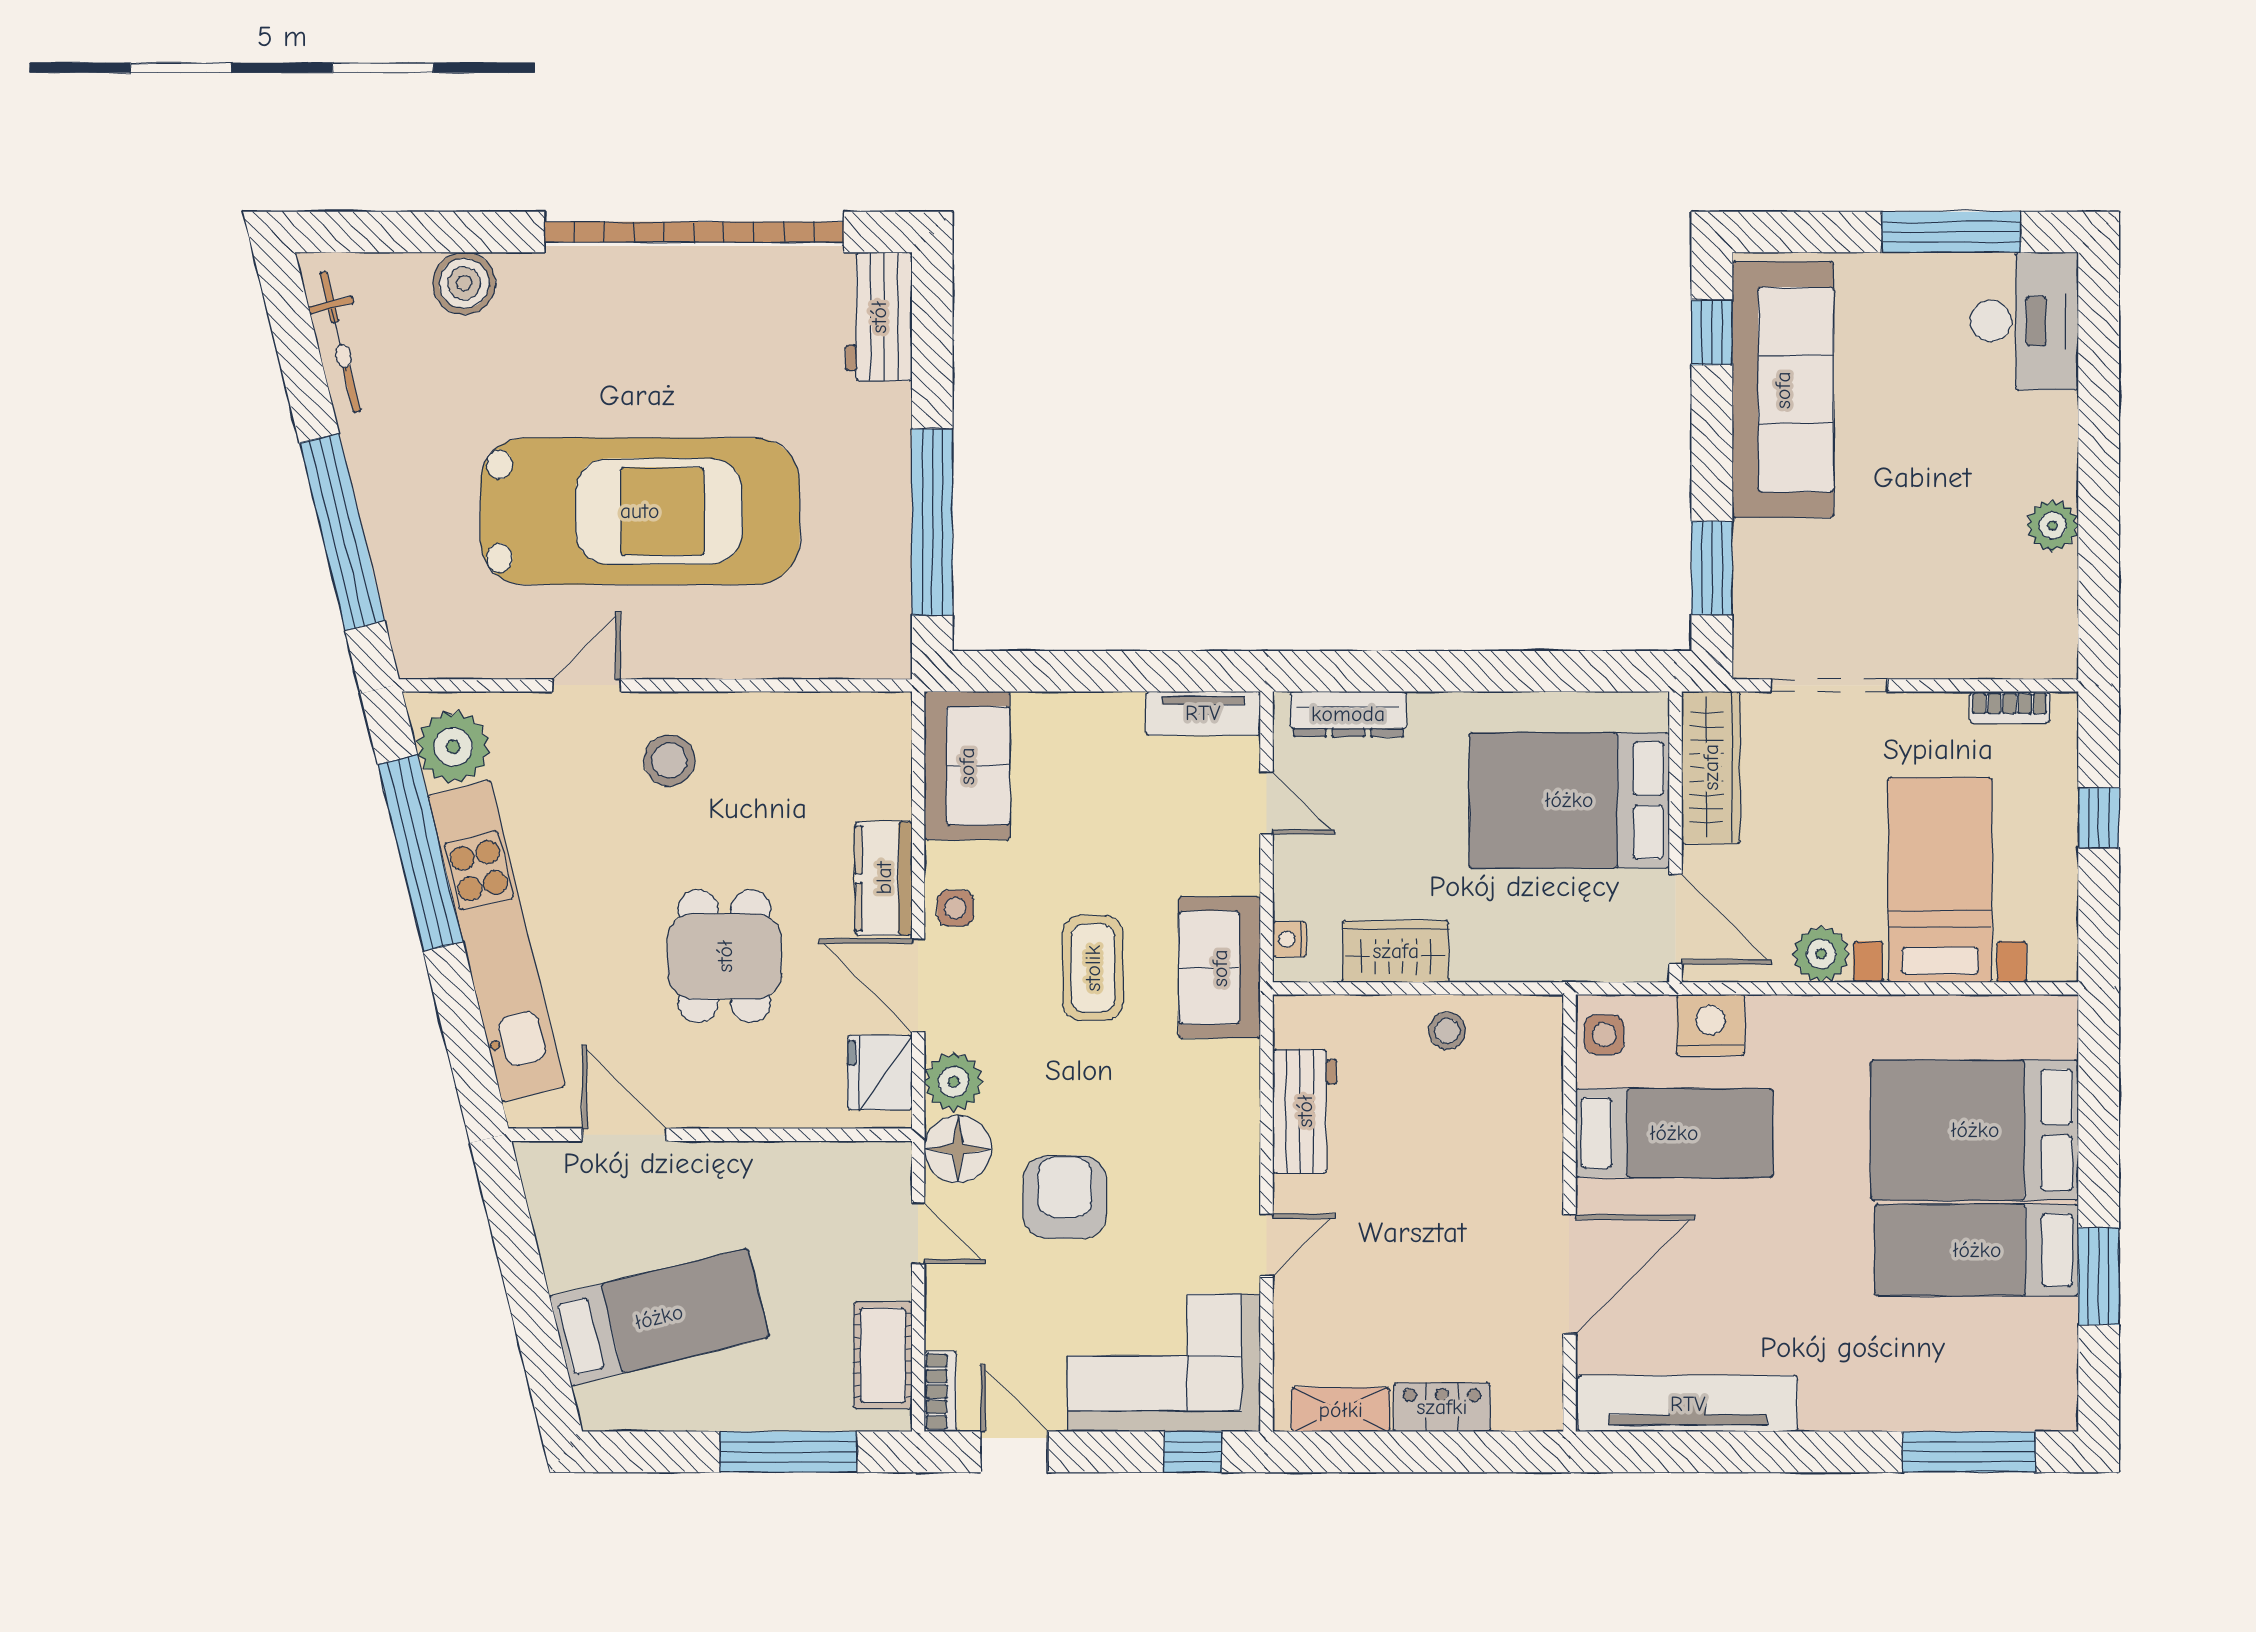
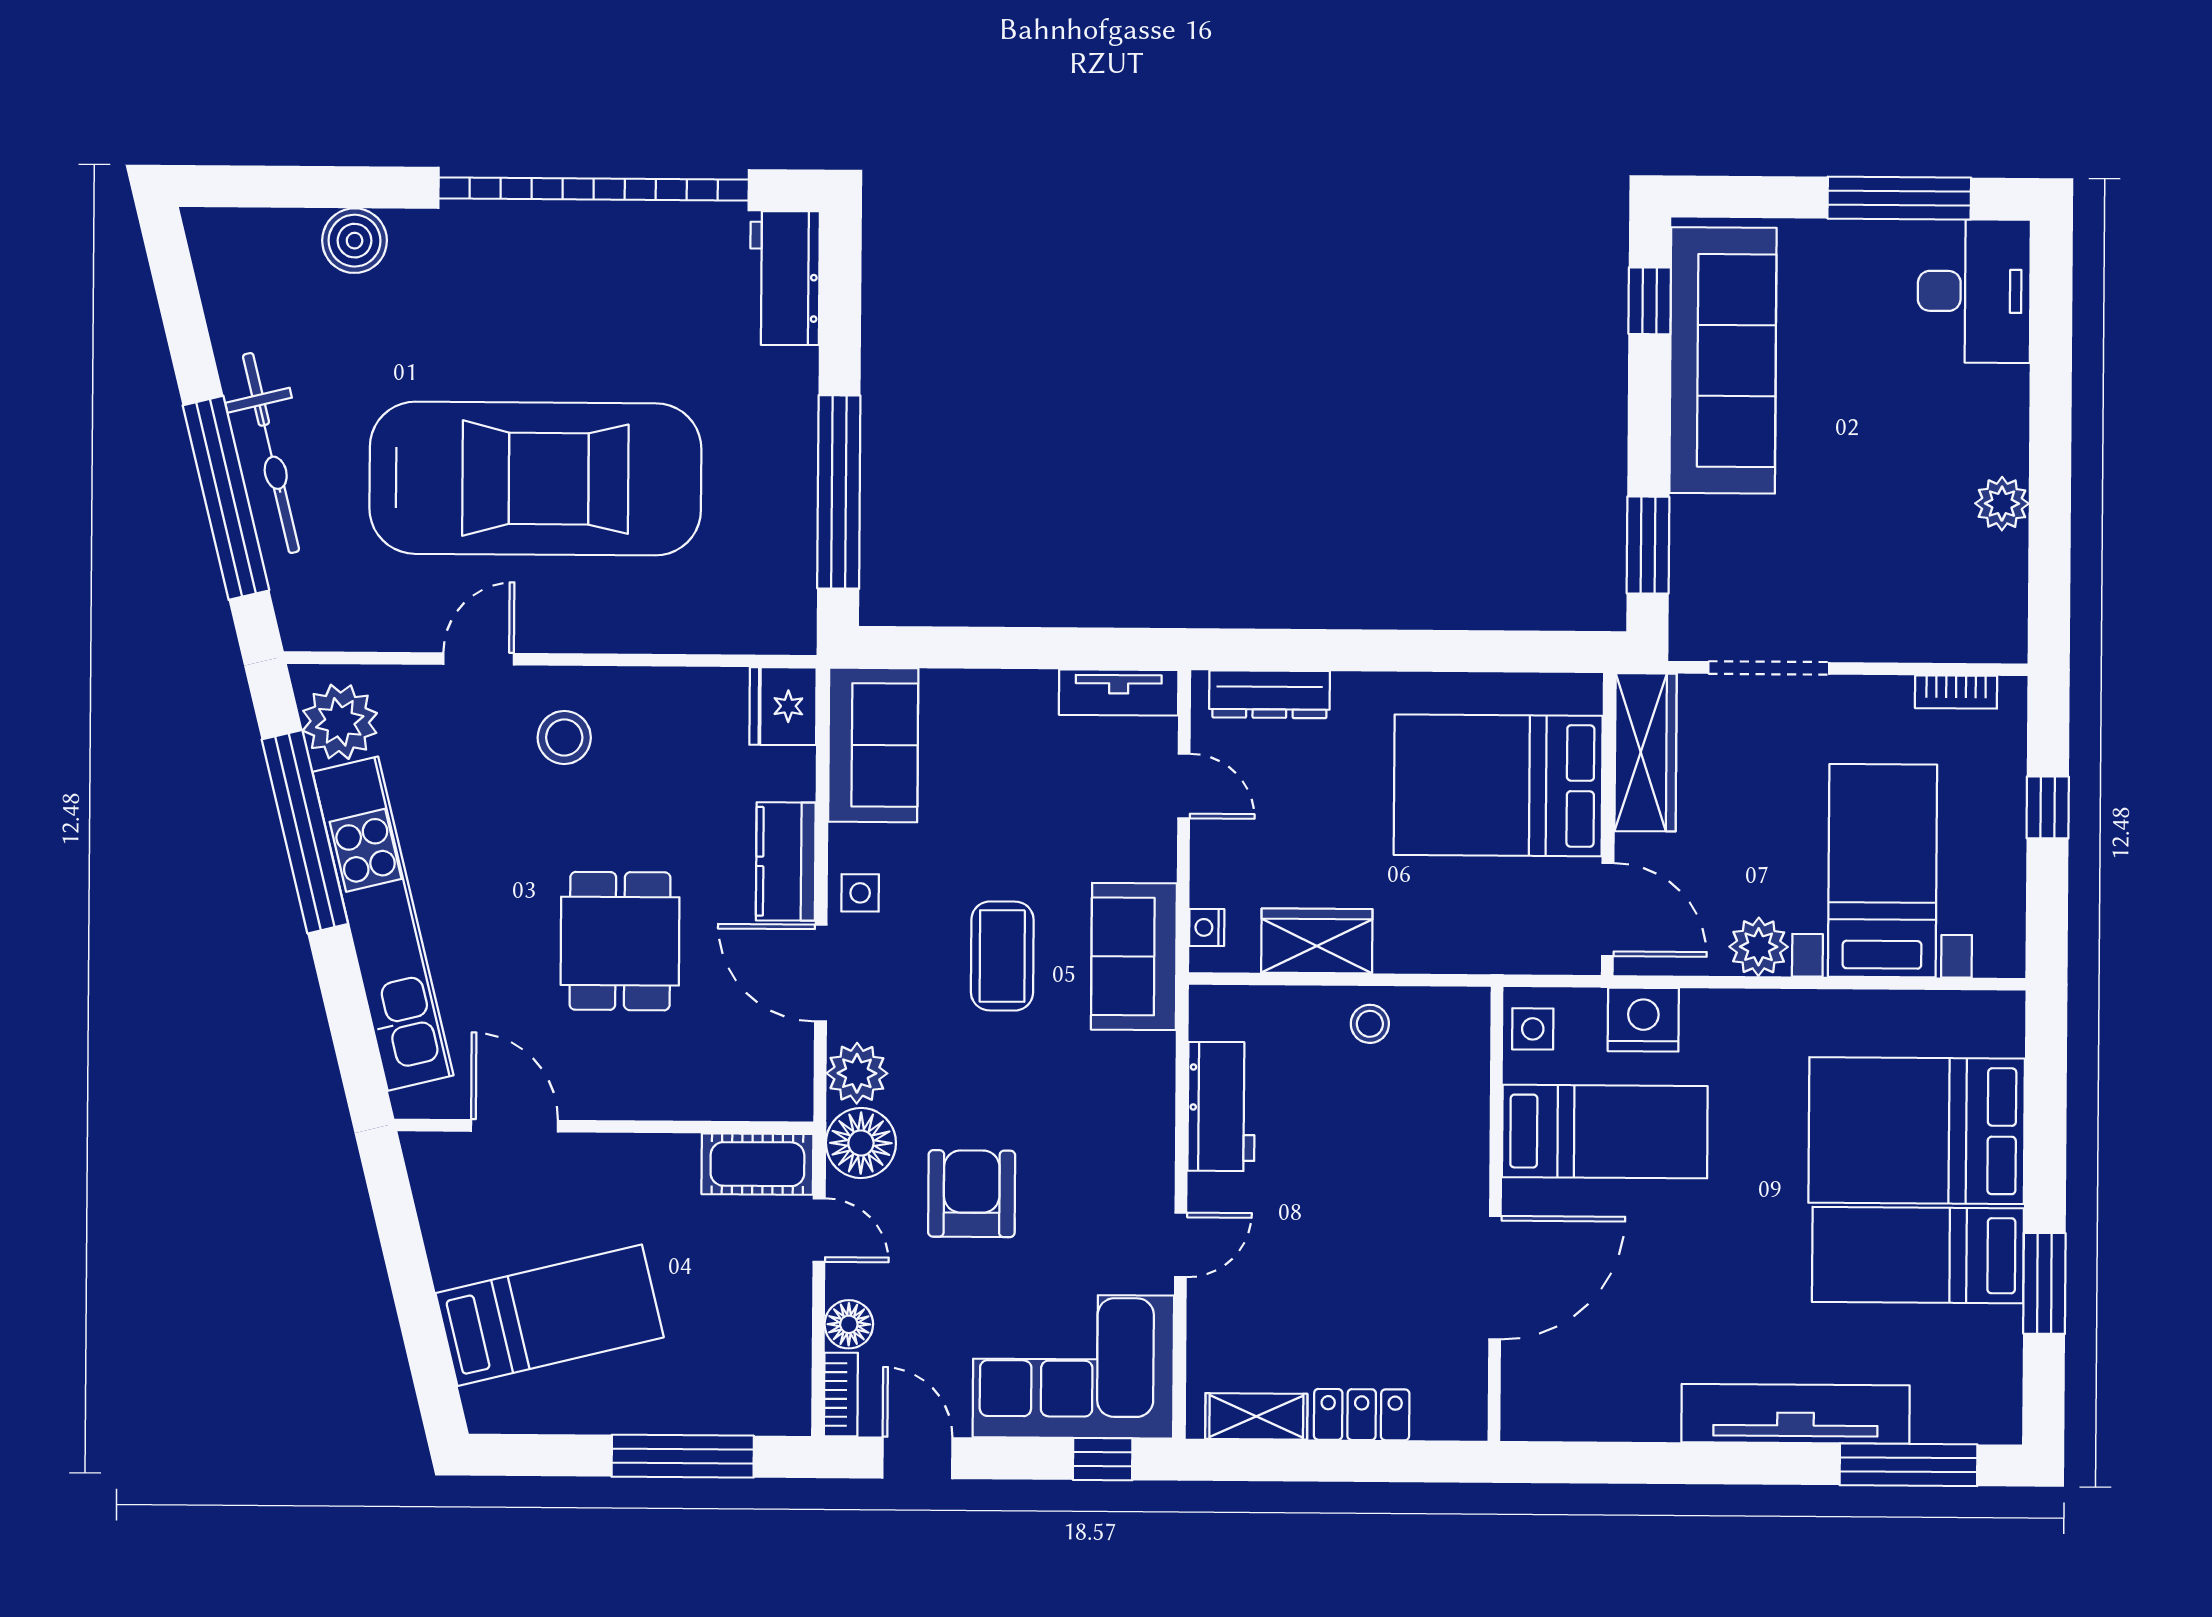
bicycle: (340, 342) -> (271, 453), moved, width x1.37, depth x1.40
fridge: (880, 1072) -> (783, 706), moved
floor lamp: (947, 1324) -> (849, 1324), added
cot: (883, 1355) -> (757, 1164), moved, turned 90
tv unit: (1688, 1404) -> (1796, 1414), moved

